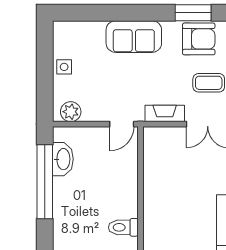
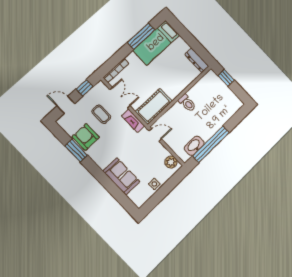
sofa: (134, 37) -> (121, 176), moved
cot: (158, 155) -> (154, 106), added
toilet: (123, 227) -> (187, 103), moved

